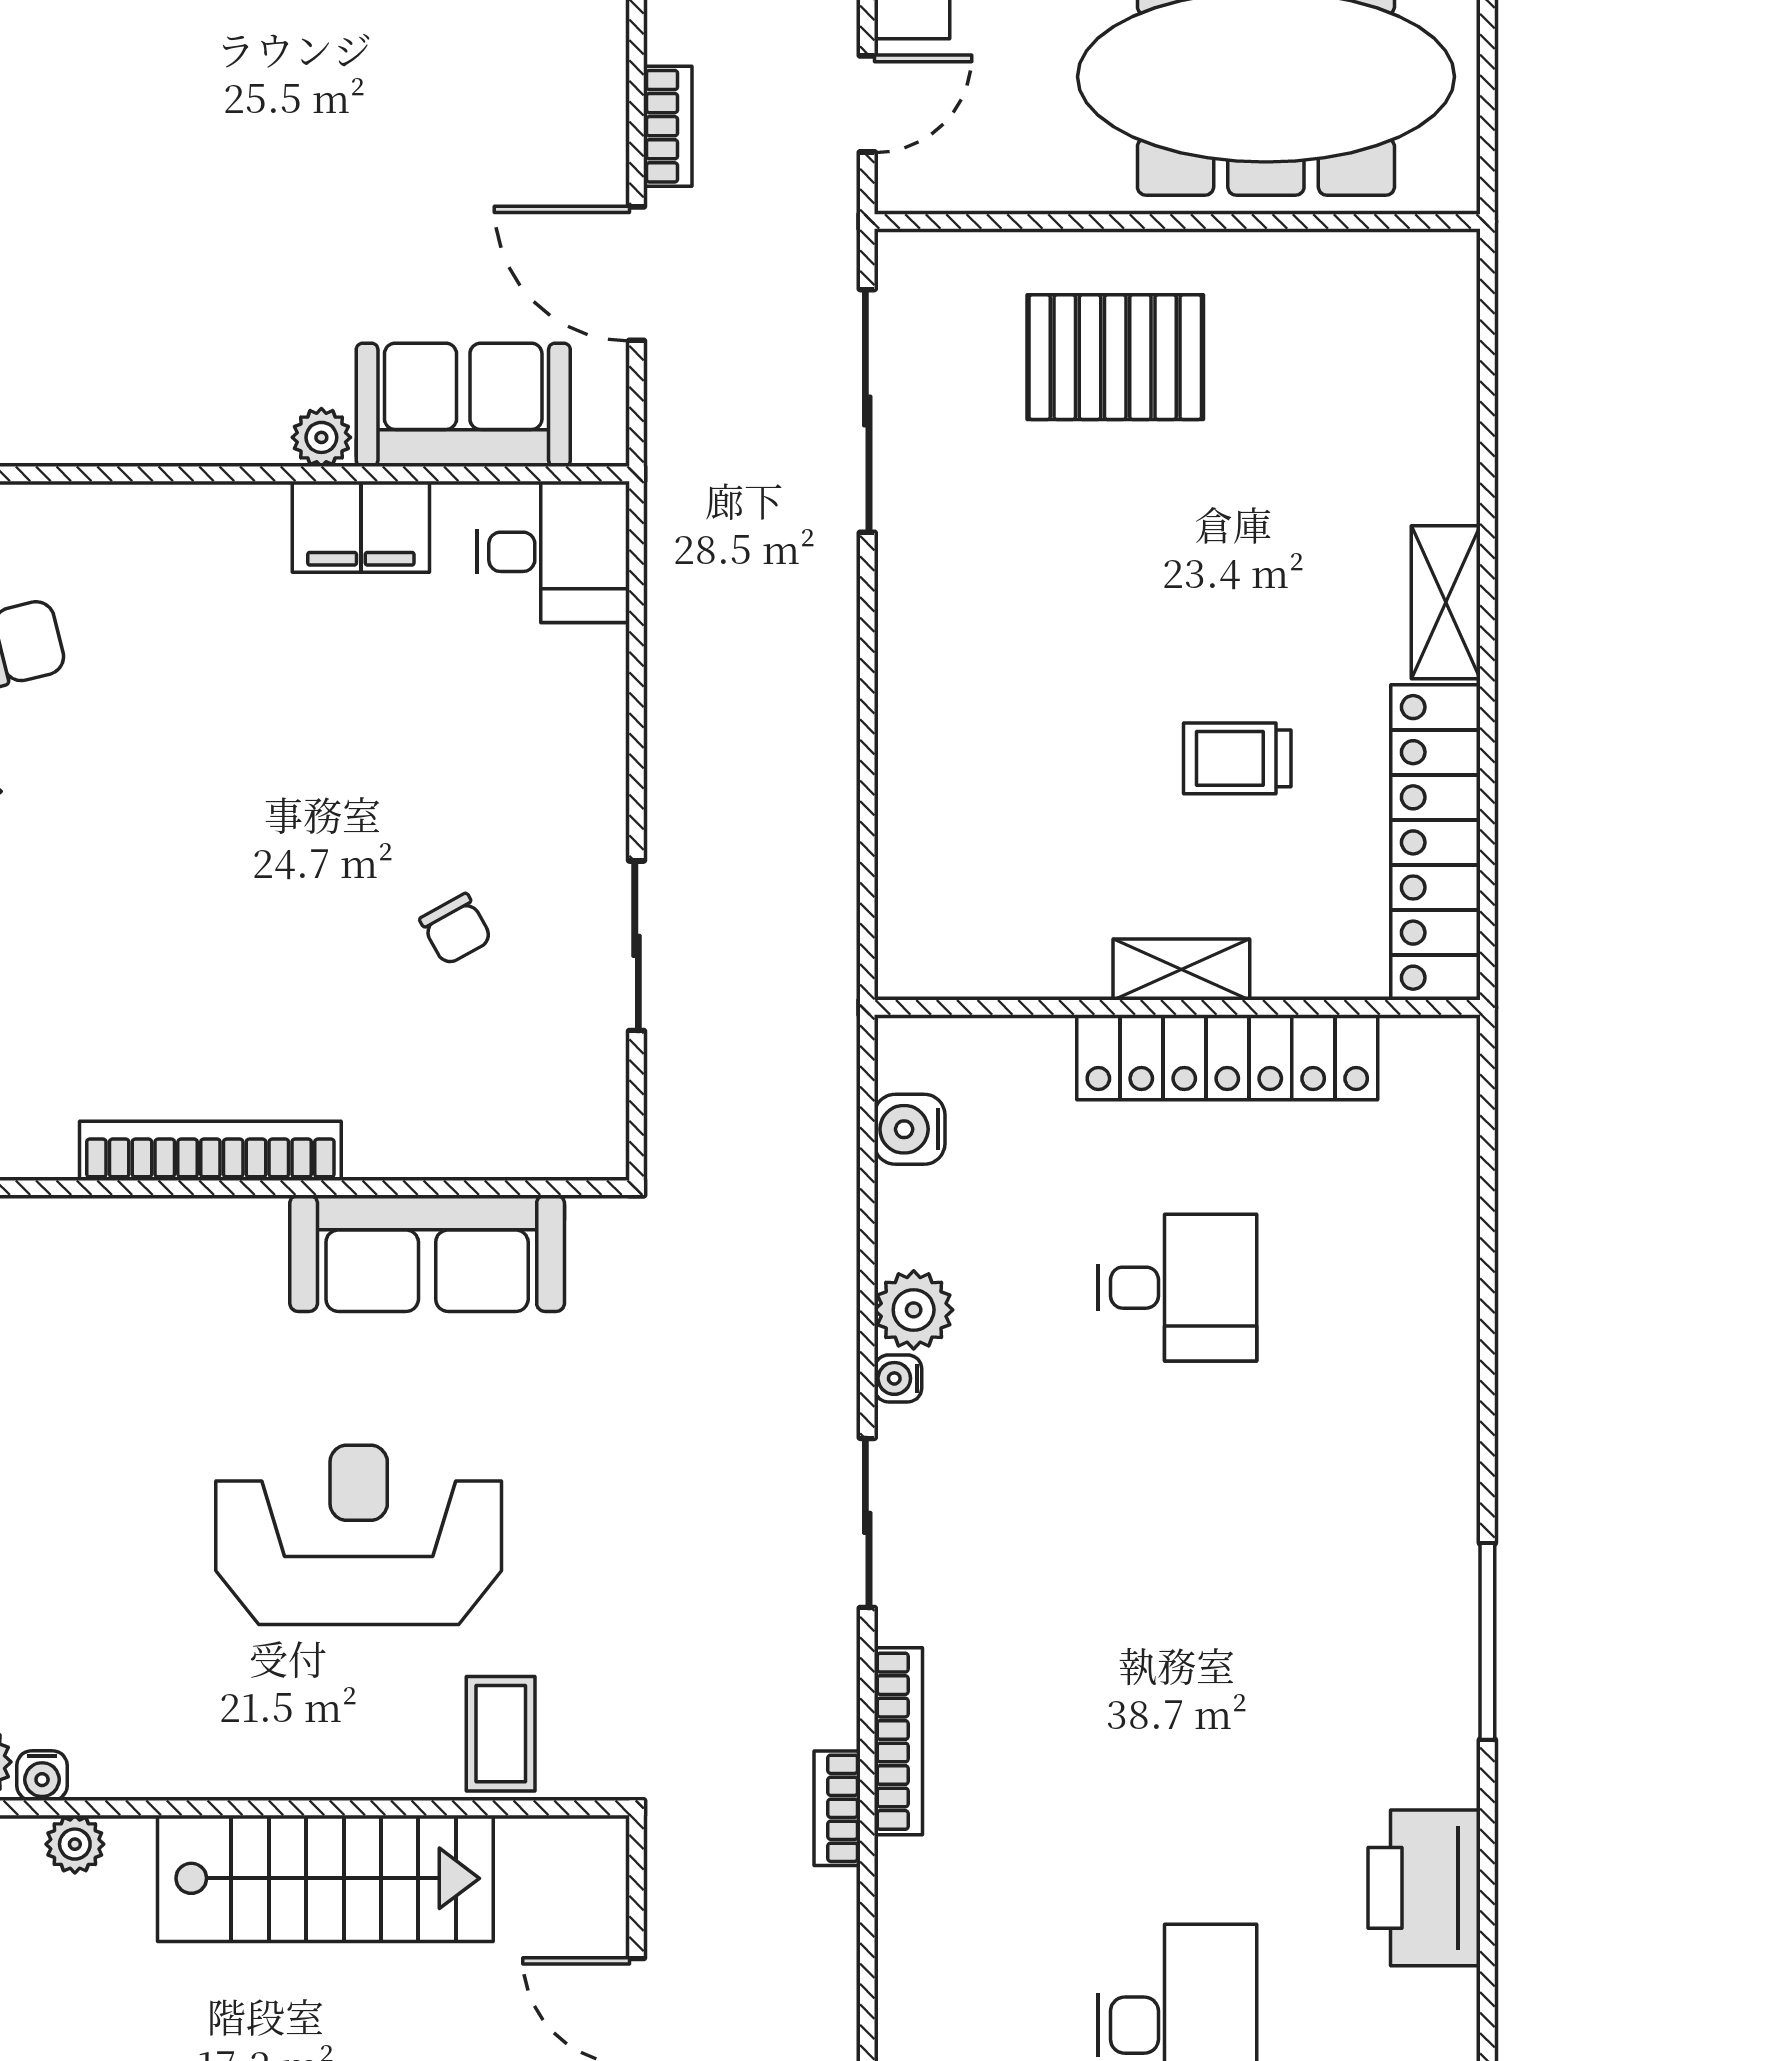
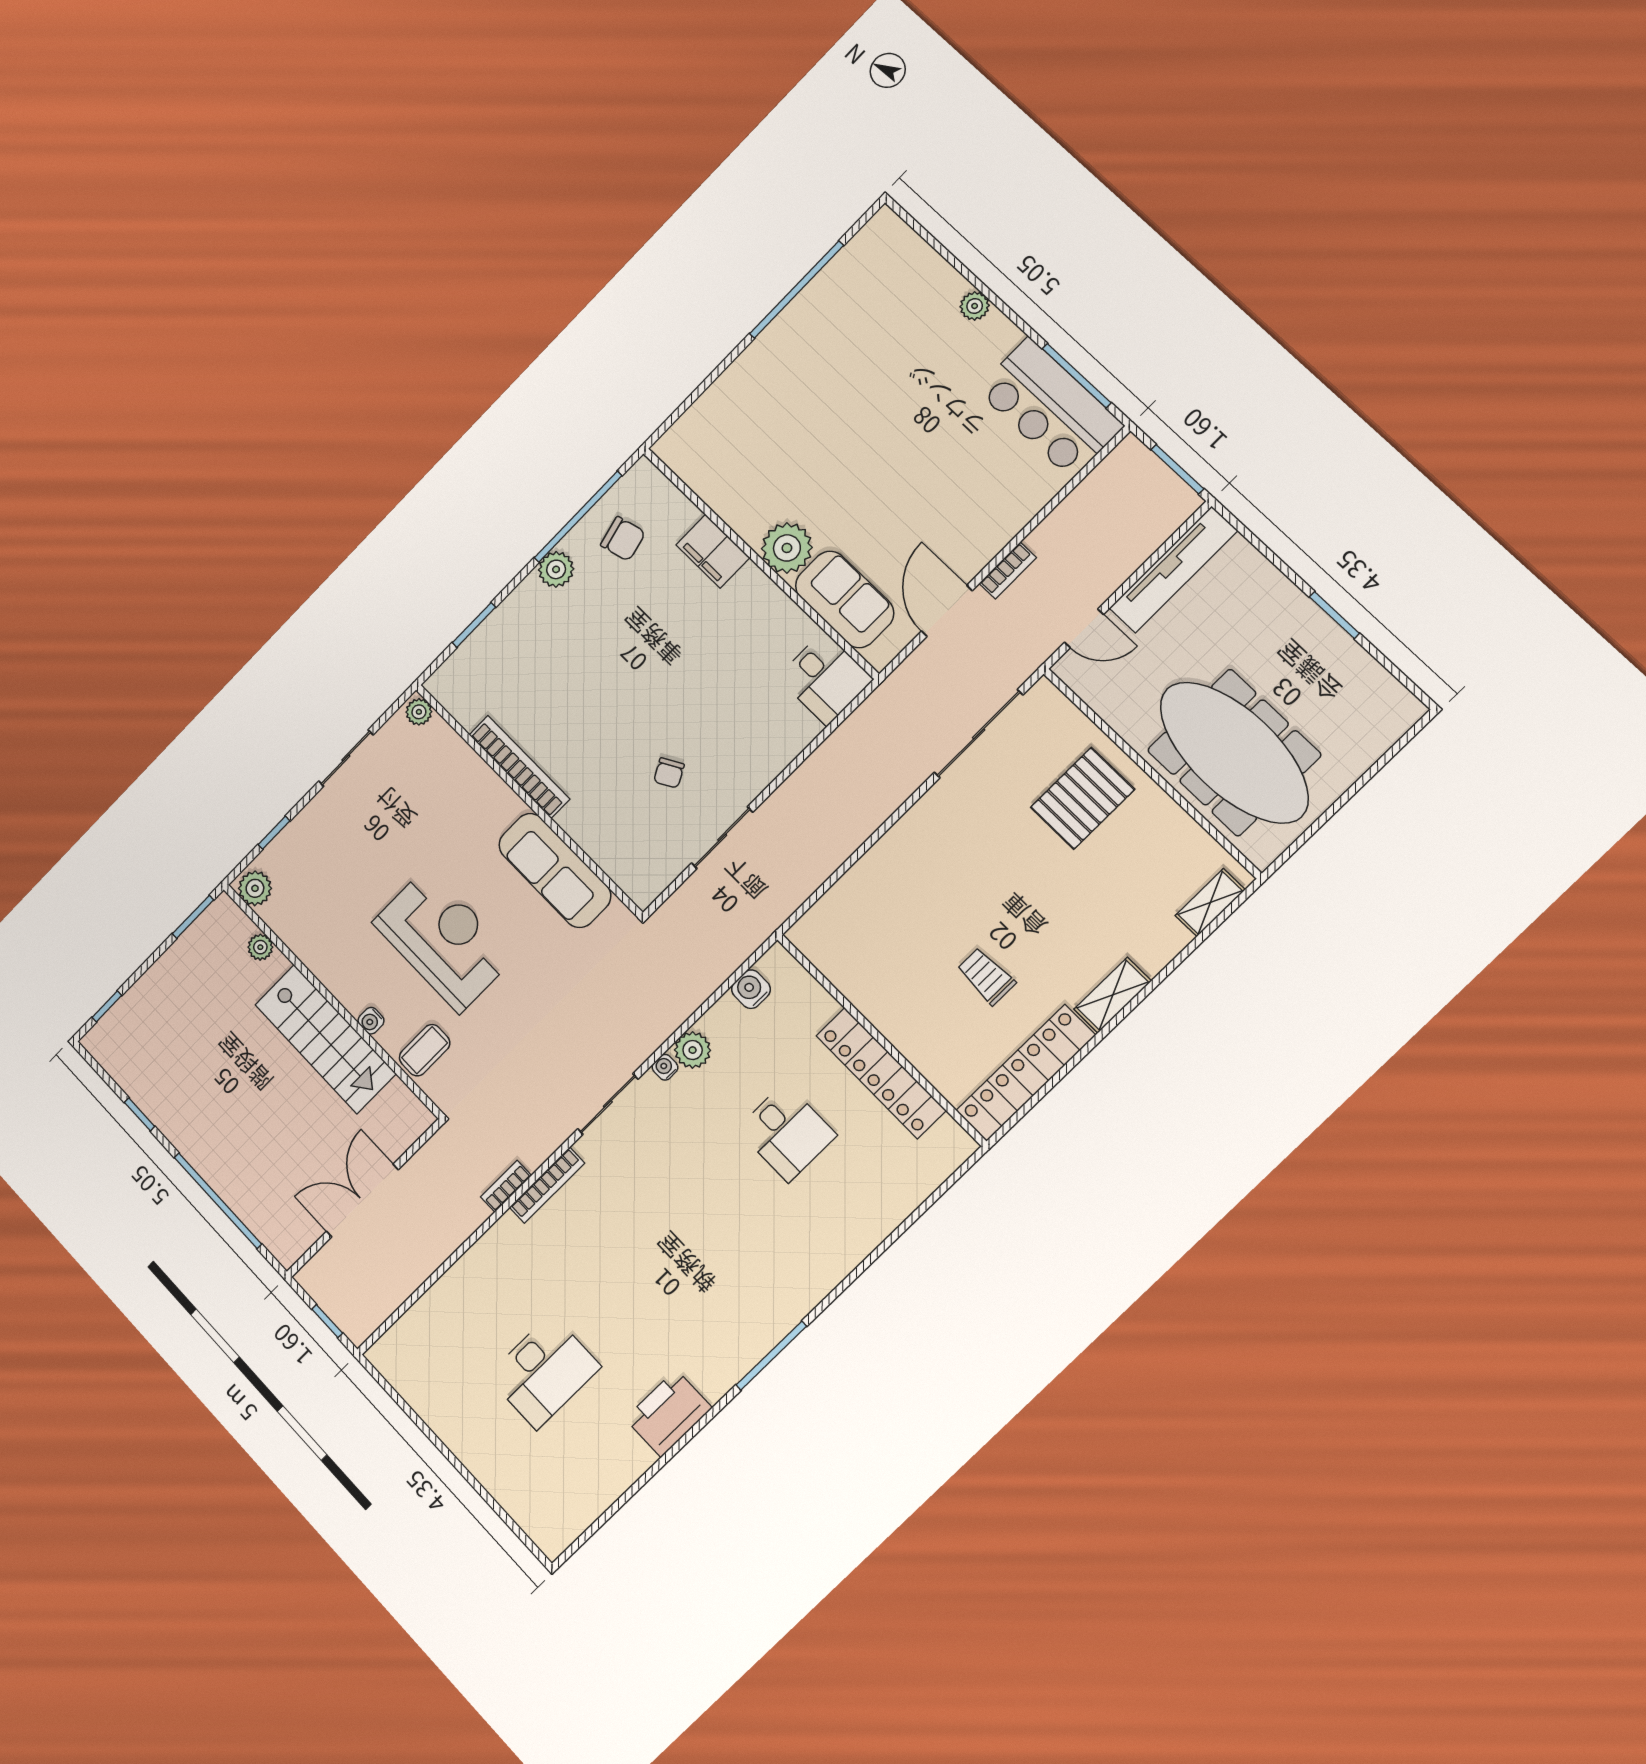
pallet: (1115, 357) -> (1082, 798), turned 90
plant: (321, 437) -> (787, 548), width x1.88, depth x1.88
filing cabinet: (361, 527) -> (713, 551), moved
shelving: (1181, 970) -> (1210, 903), moved, turned 90
water cooler: (42, 1776) -> (371, 1021), moved

